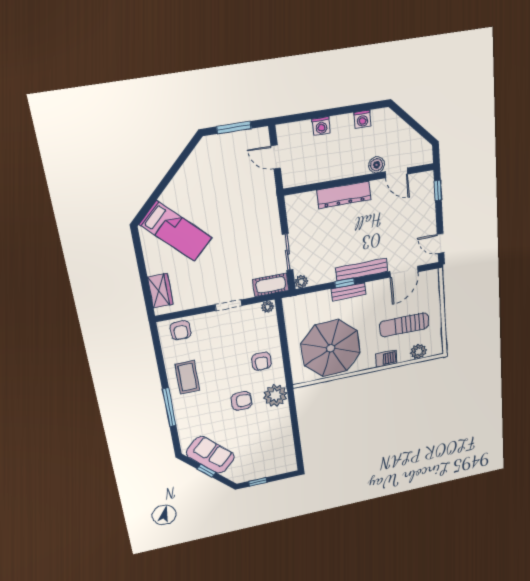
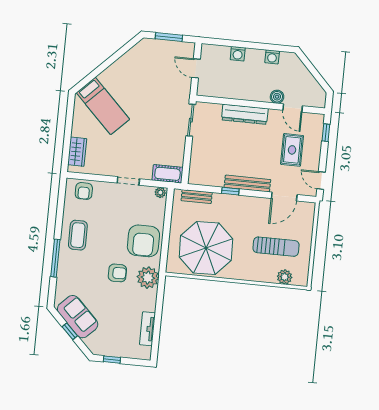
rug: (404, 220) -> (292, 150), added
sliding door: (288, 252) -> (191, 120), moved
plant: (301, 282) -> (194, 179), removed
bench: (349, 292) -> (197, 196), moved
sun lounger: (404, 325) -> (276, 247), turned 180
barbecue: (386, 359) -> (254, 274), removed
armchair: (261, 361) -> (143, 241), width x1.88, depth x1.88
tv unit: (287, 443) -> (147, 329), added

